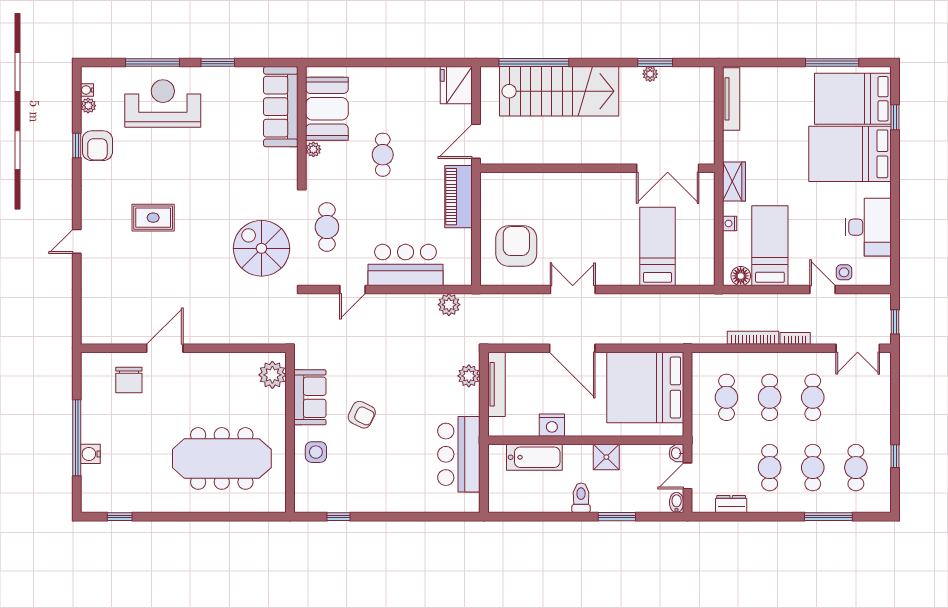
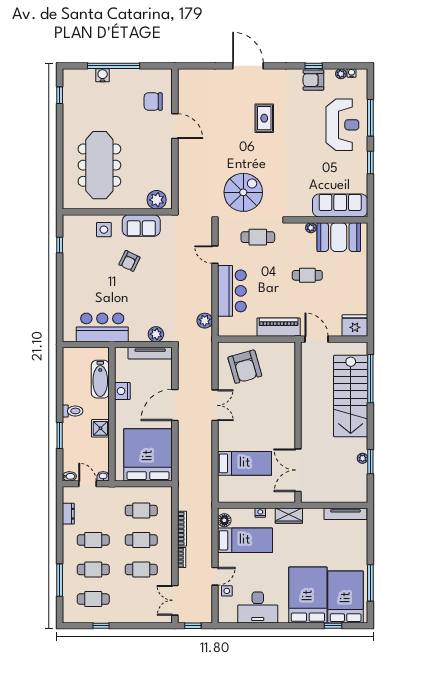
door: (77, 241) -> (248, 66), width x1.87
armchair: (516, 246) -> (245, 367), turned 74

